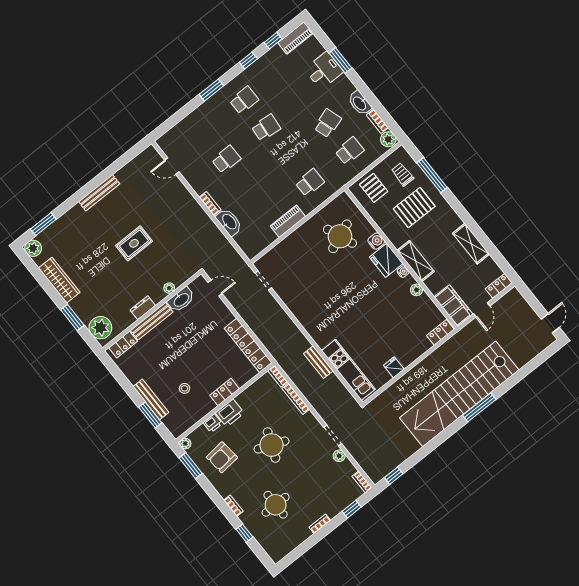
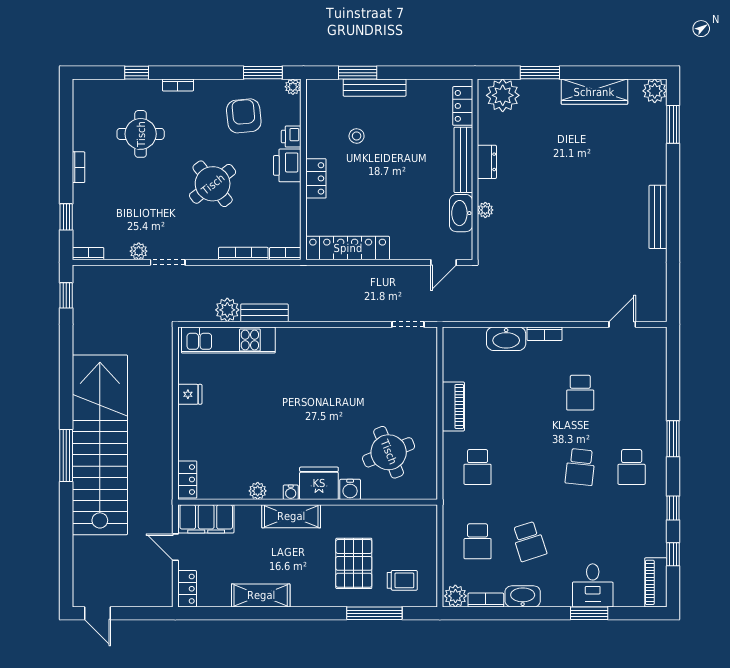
pallet: (374, 188) -> (413, 535), removed
rug: (134, 243) -> (568, 211), removed
plant: (333, 383) -> (227, 310), added
round table: (272, 445) -> (213, 184), turned 30

